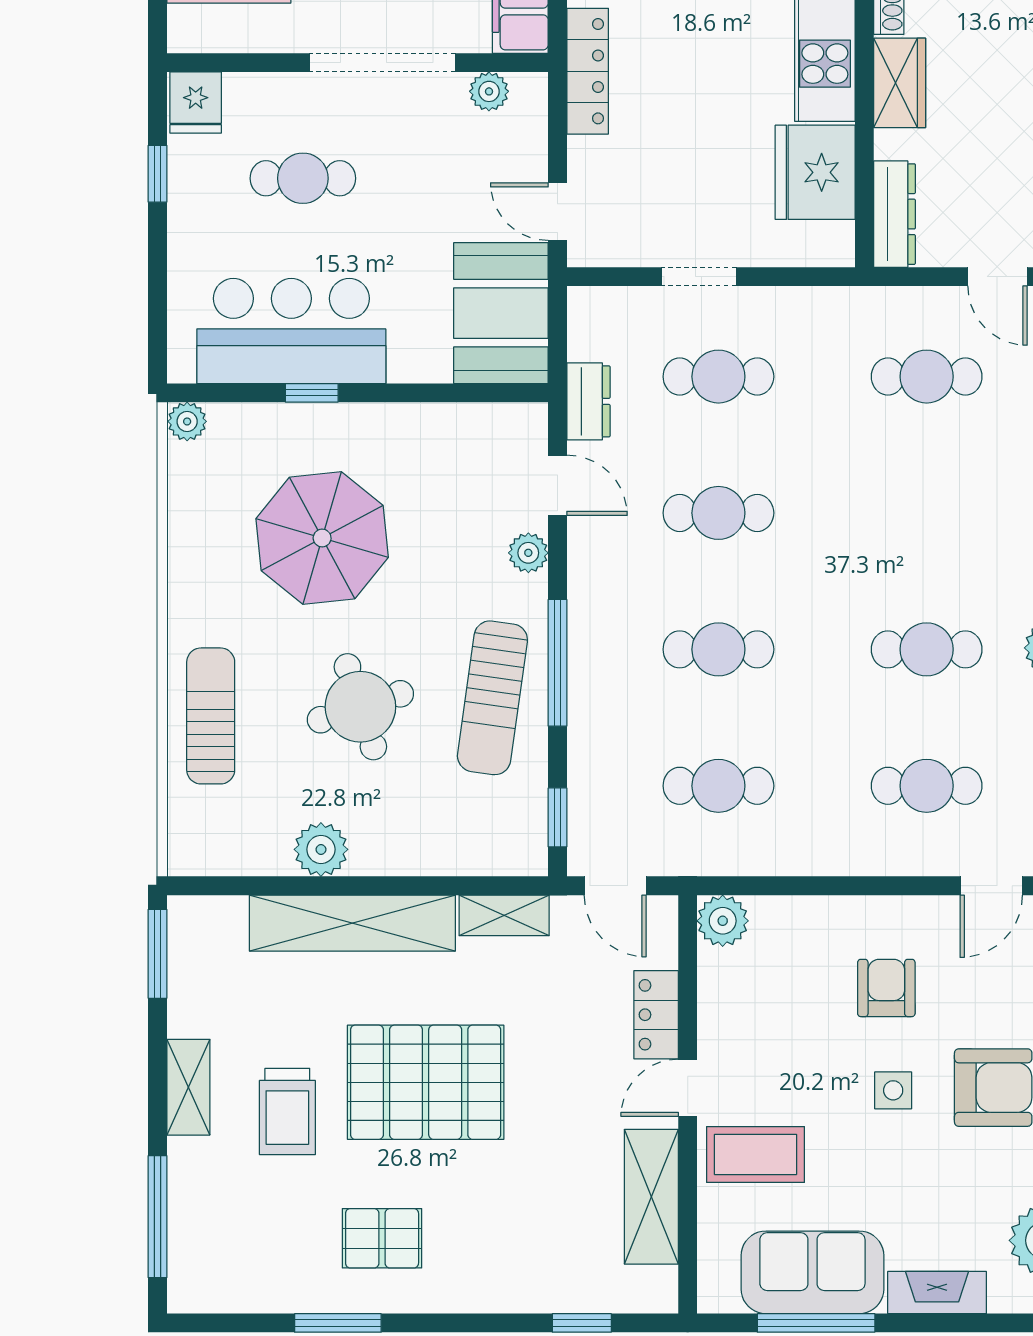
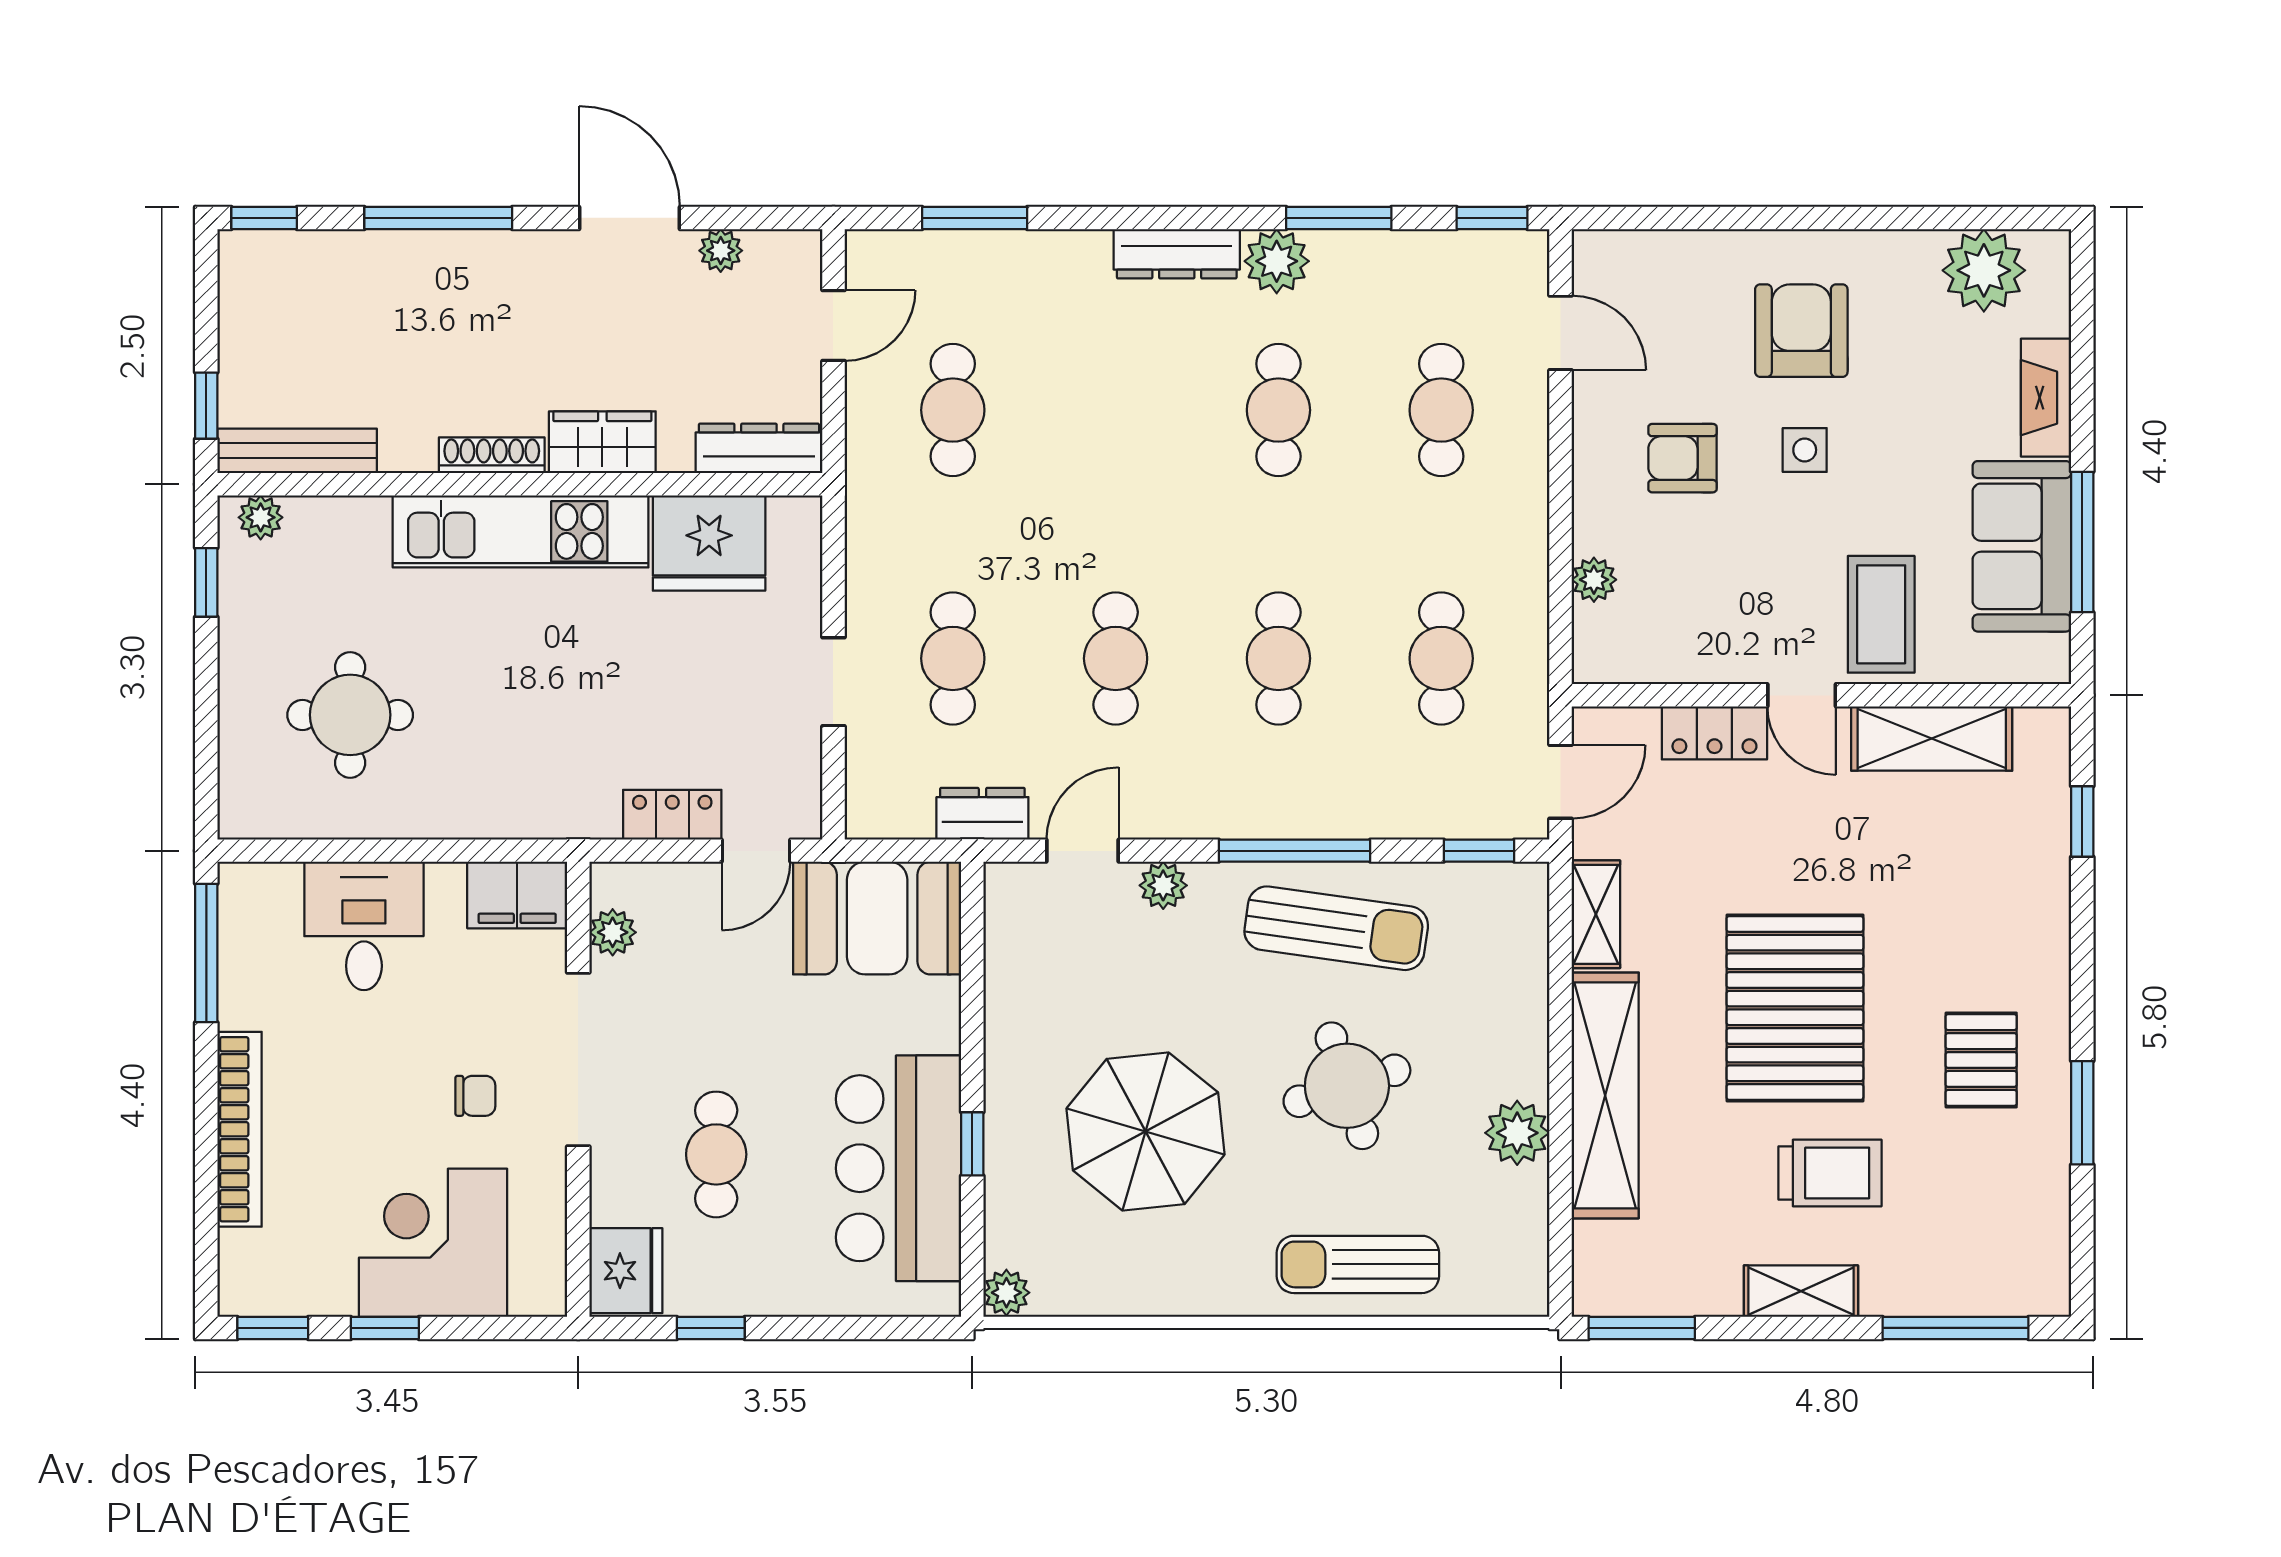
locker: (588, 71) -> (672, 815), moved, width x0.66
fridge: (196, 103) -> (626, 1271), width x1.38
plant: (723, 921) -> (1594, 580), moved, width x0.73, depth x0.73

